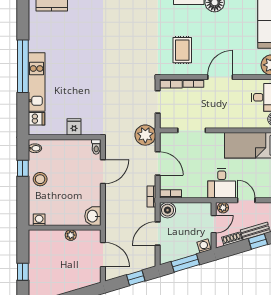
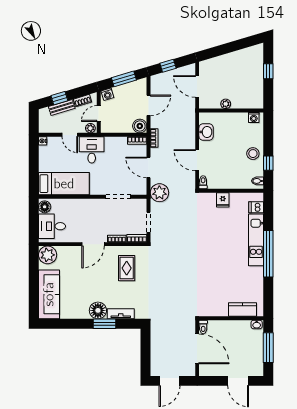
door: (103, 172) -> (197, 160), hinge flipped
washbasin: (93, 216) -> (206, 132), moved

